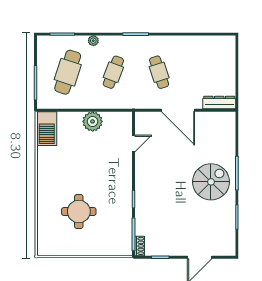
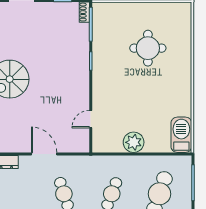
door: (178, 110) -> (44, 154), width x0.73

